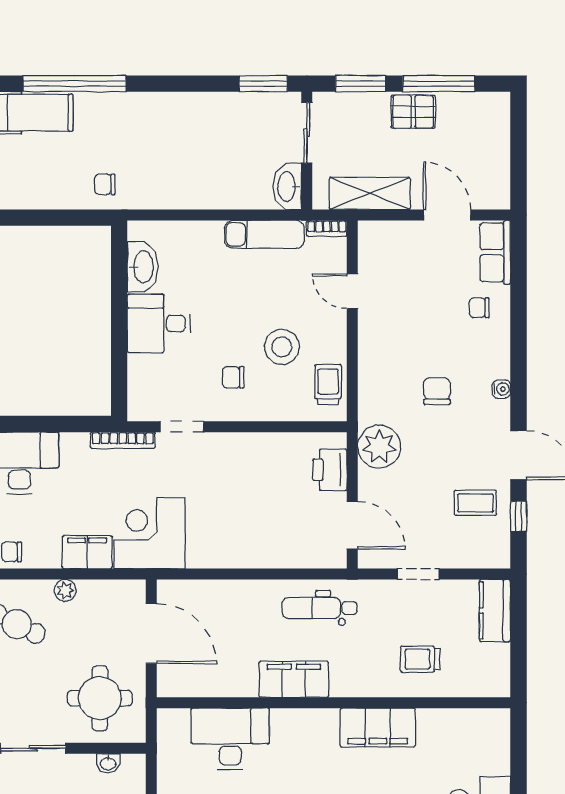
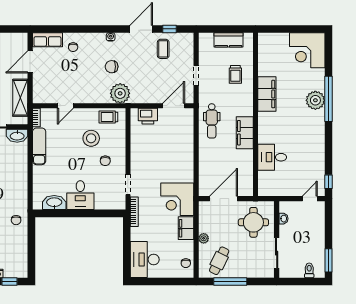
plant: (379, 447) -> (120, 93), moved
kitchen counter: (495, 611) -> (228, 40), moved
desk: (230, 739) -> (272, 157), width x0.73

